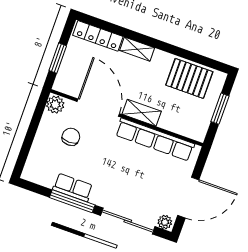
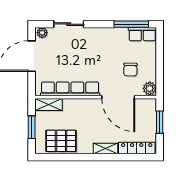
shelving: (142, 113) -> (48, 105), moved
row of seats: (73, 187) -> (142, 34), moved
window: (72, 201) -> (131, 24), moved
sliding door: (128, 221) -> (69, 24), width x0.73

